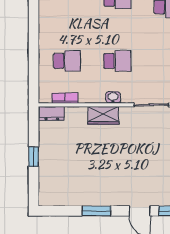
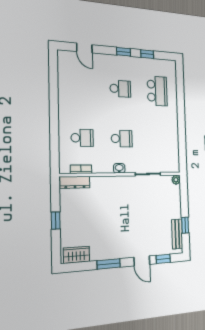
dresser: (52, 113) -> (75, 182), width x1.44
wardrobe: (103, 115) -> (77, 255), moved, turned 180

